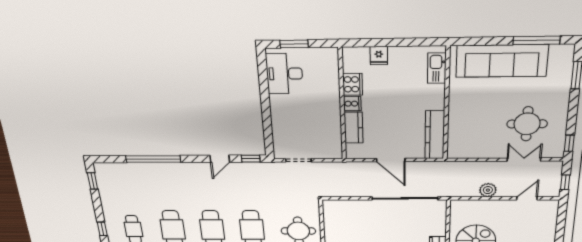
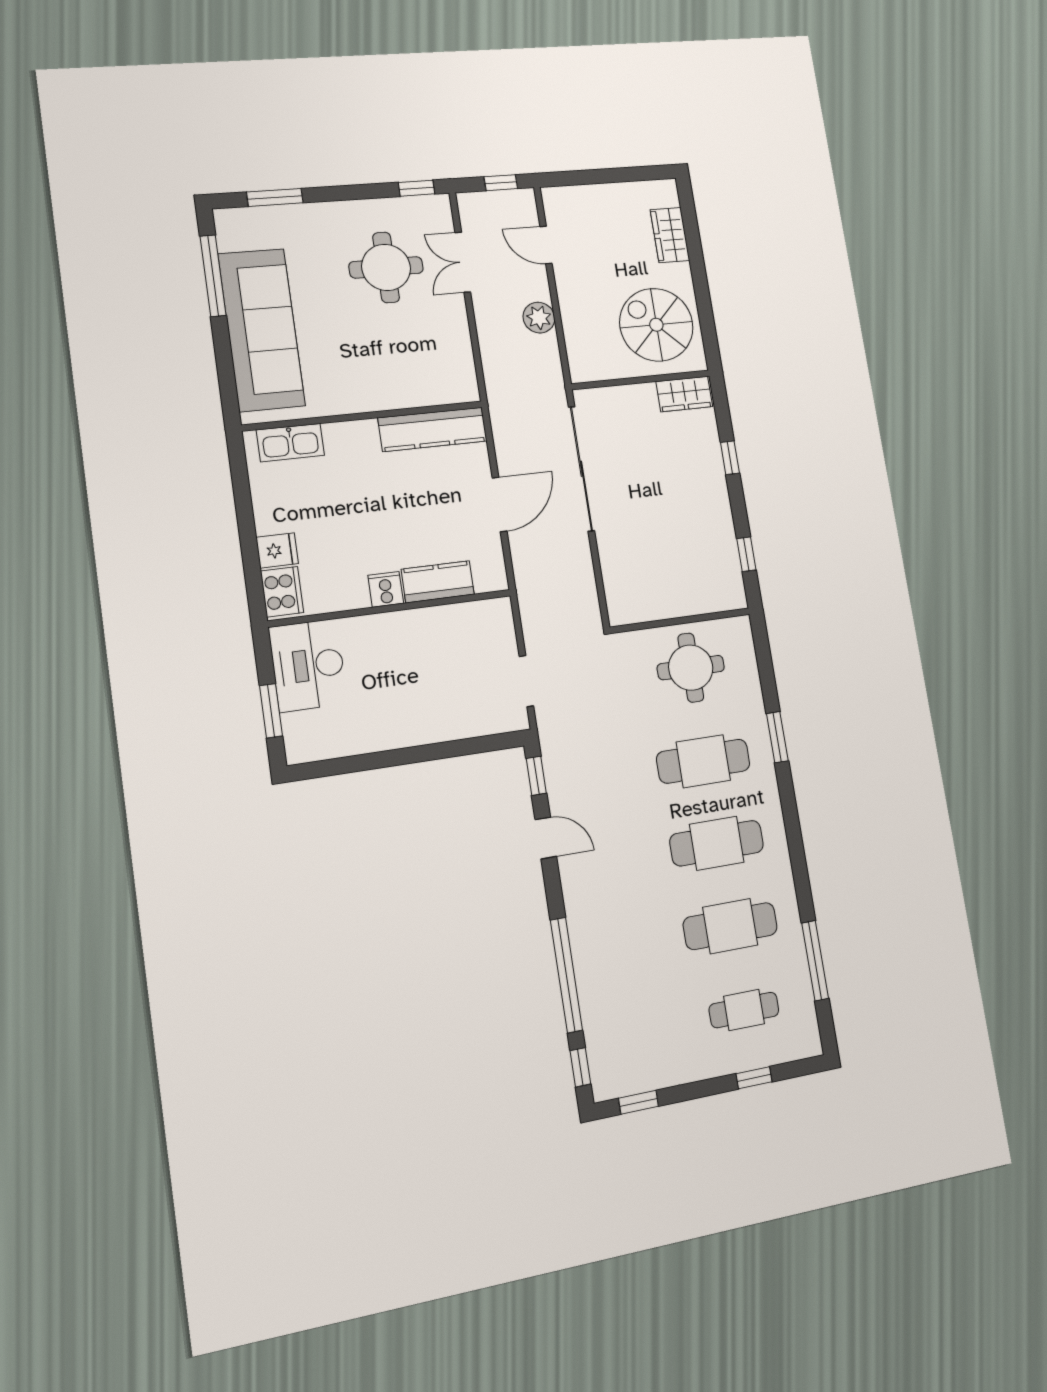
desk: (284, 74) -> (308, 665), moved, turned 90
cooker: (353, 84) -> (282, 592), moved, turned 90
window: (109, 159) -> (580, 1067), added

